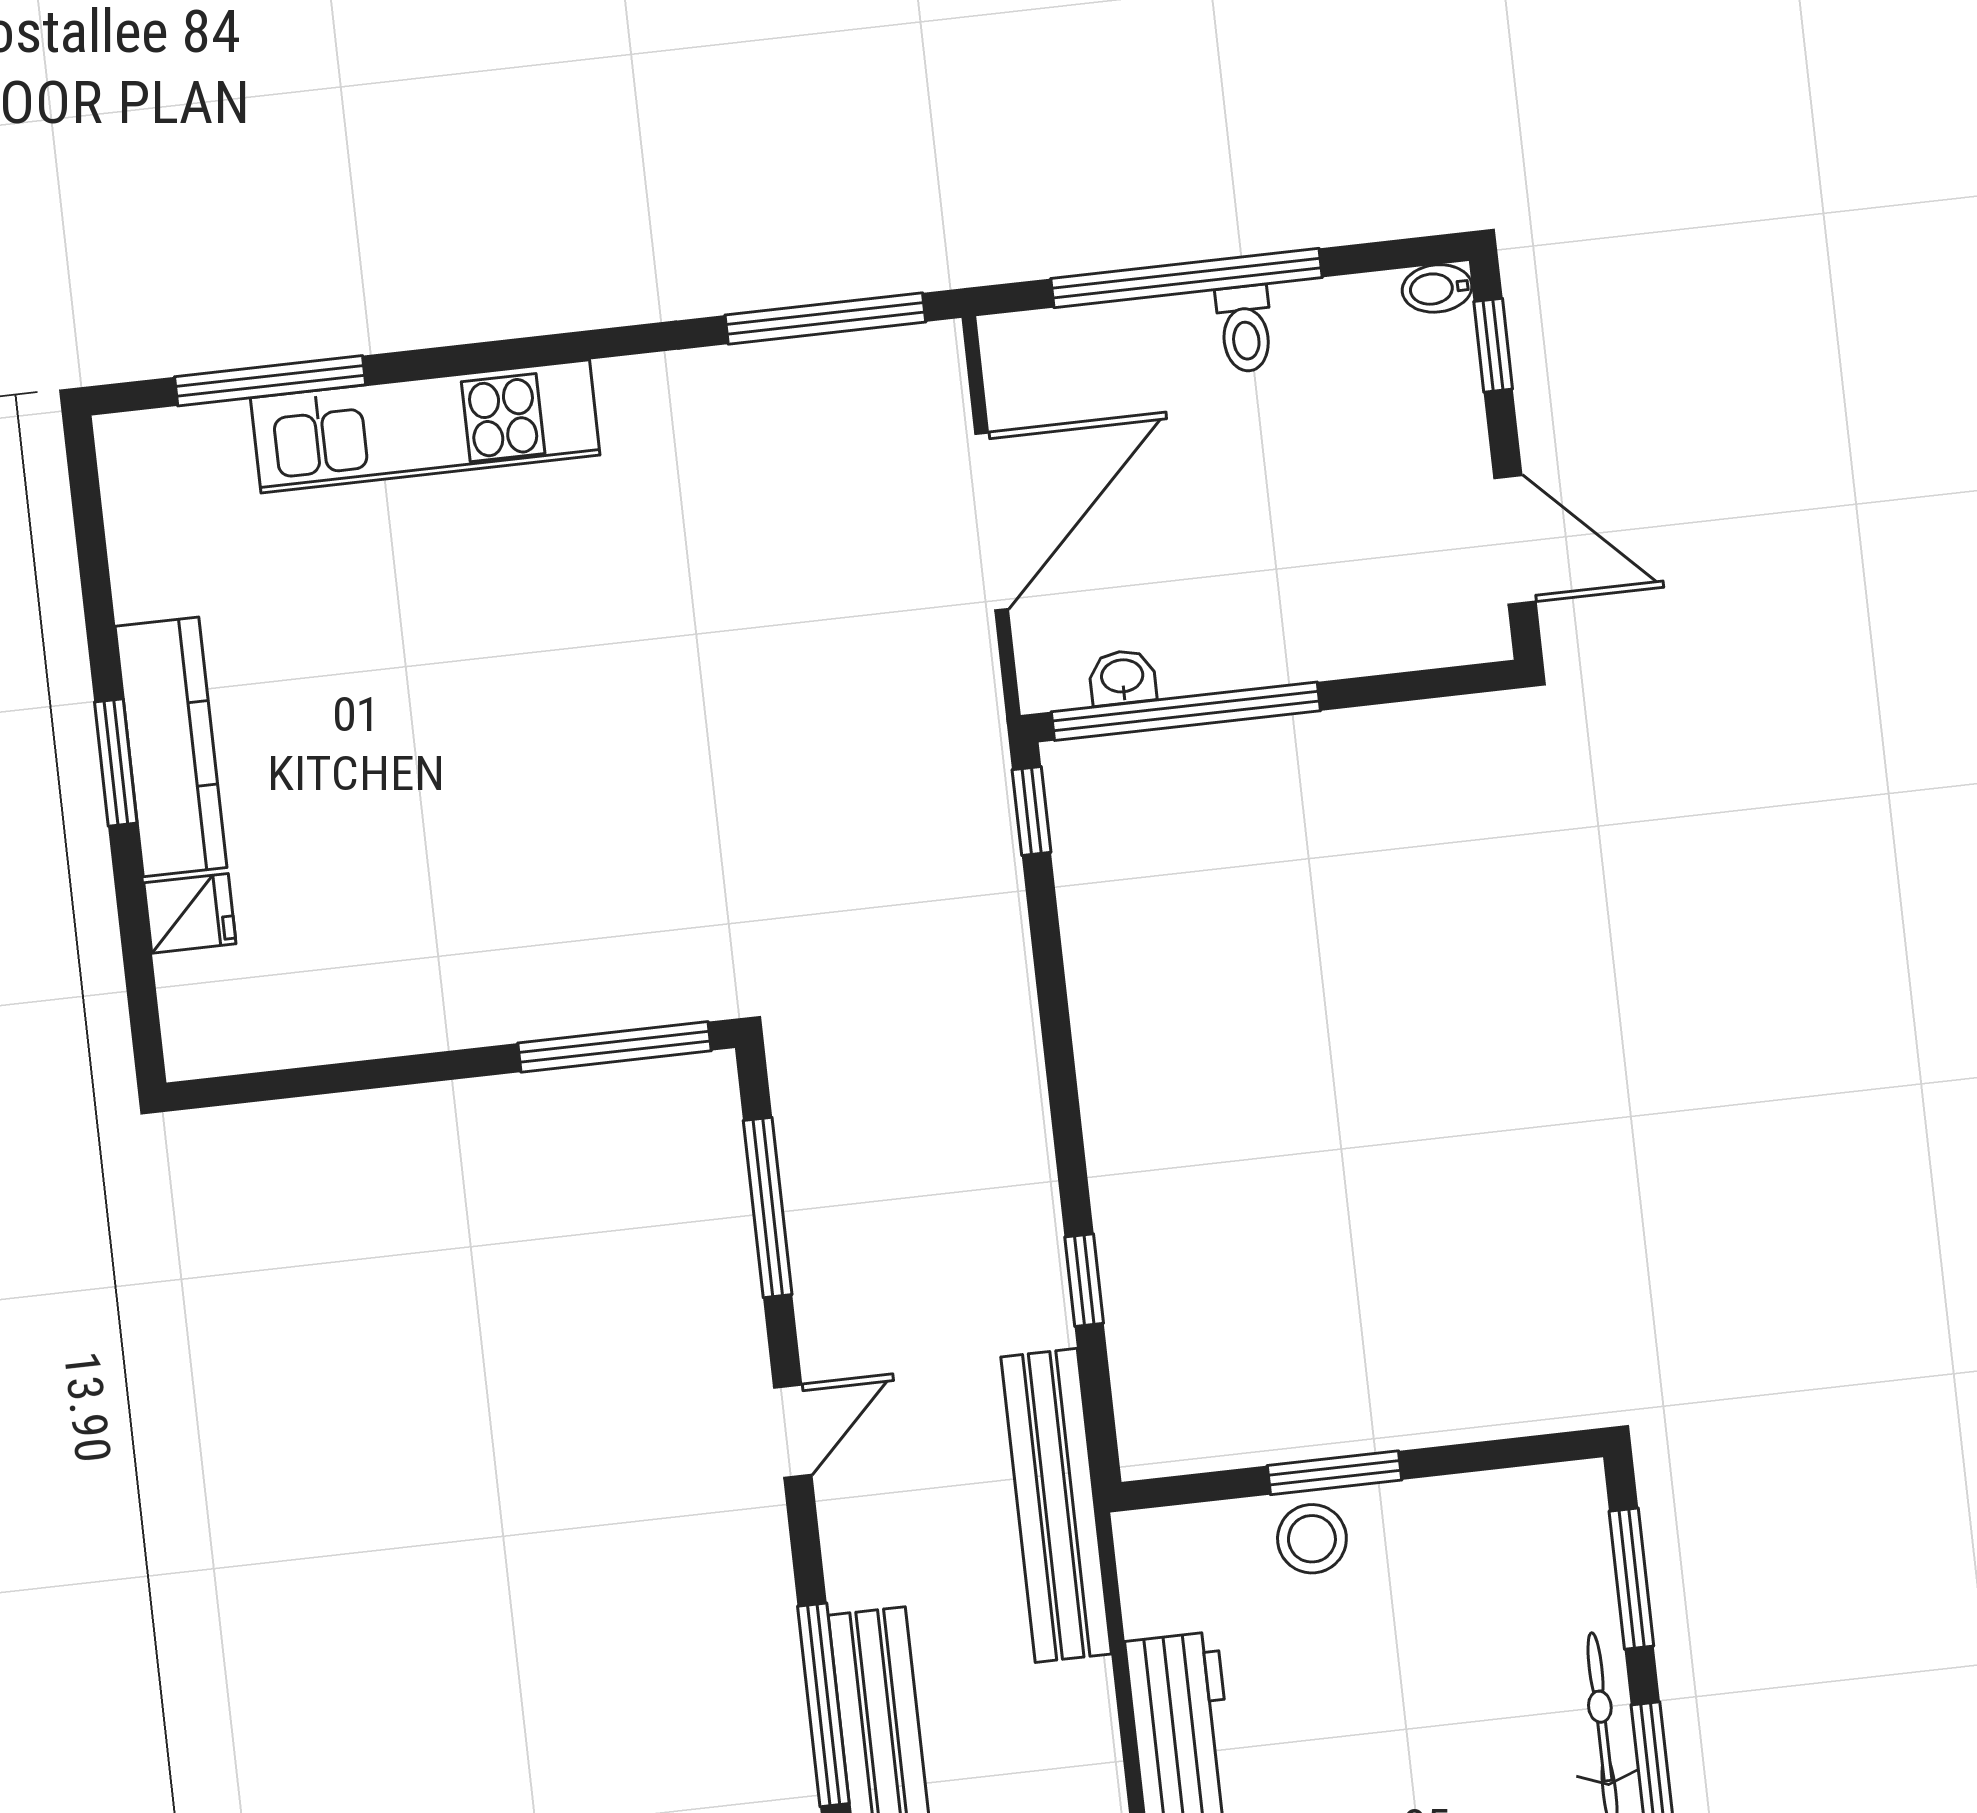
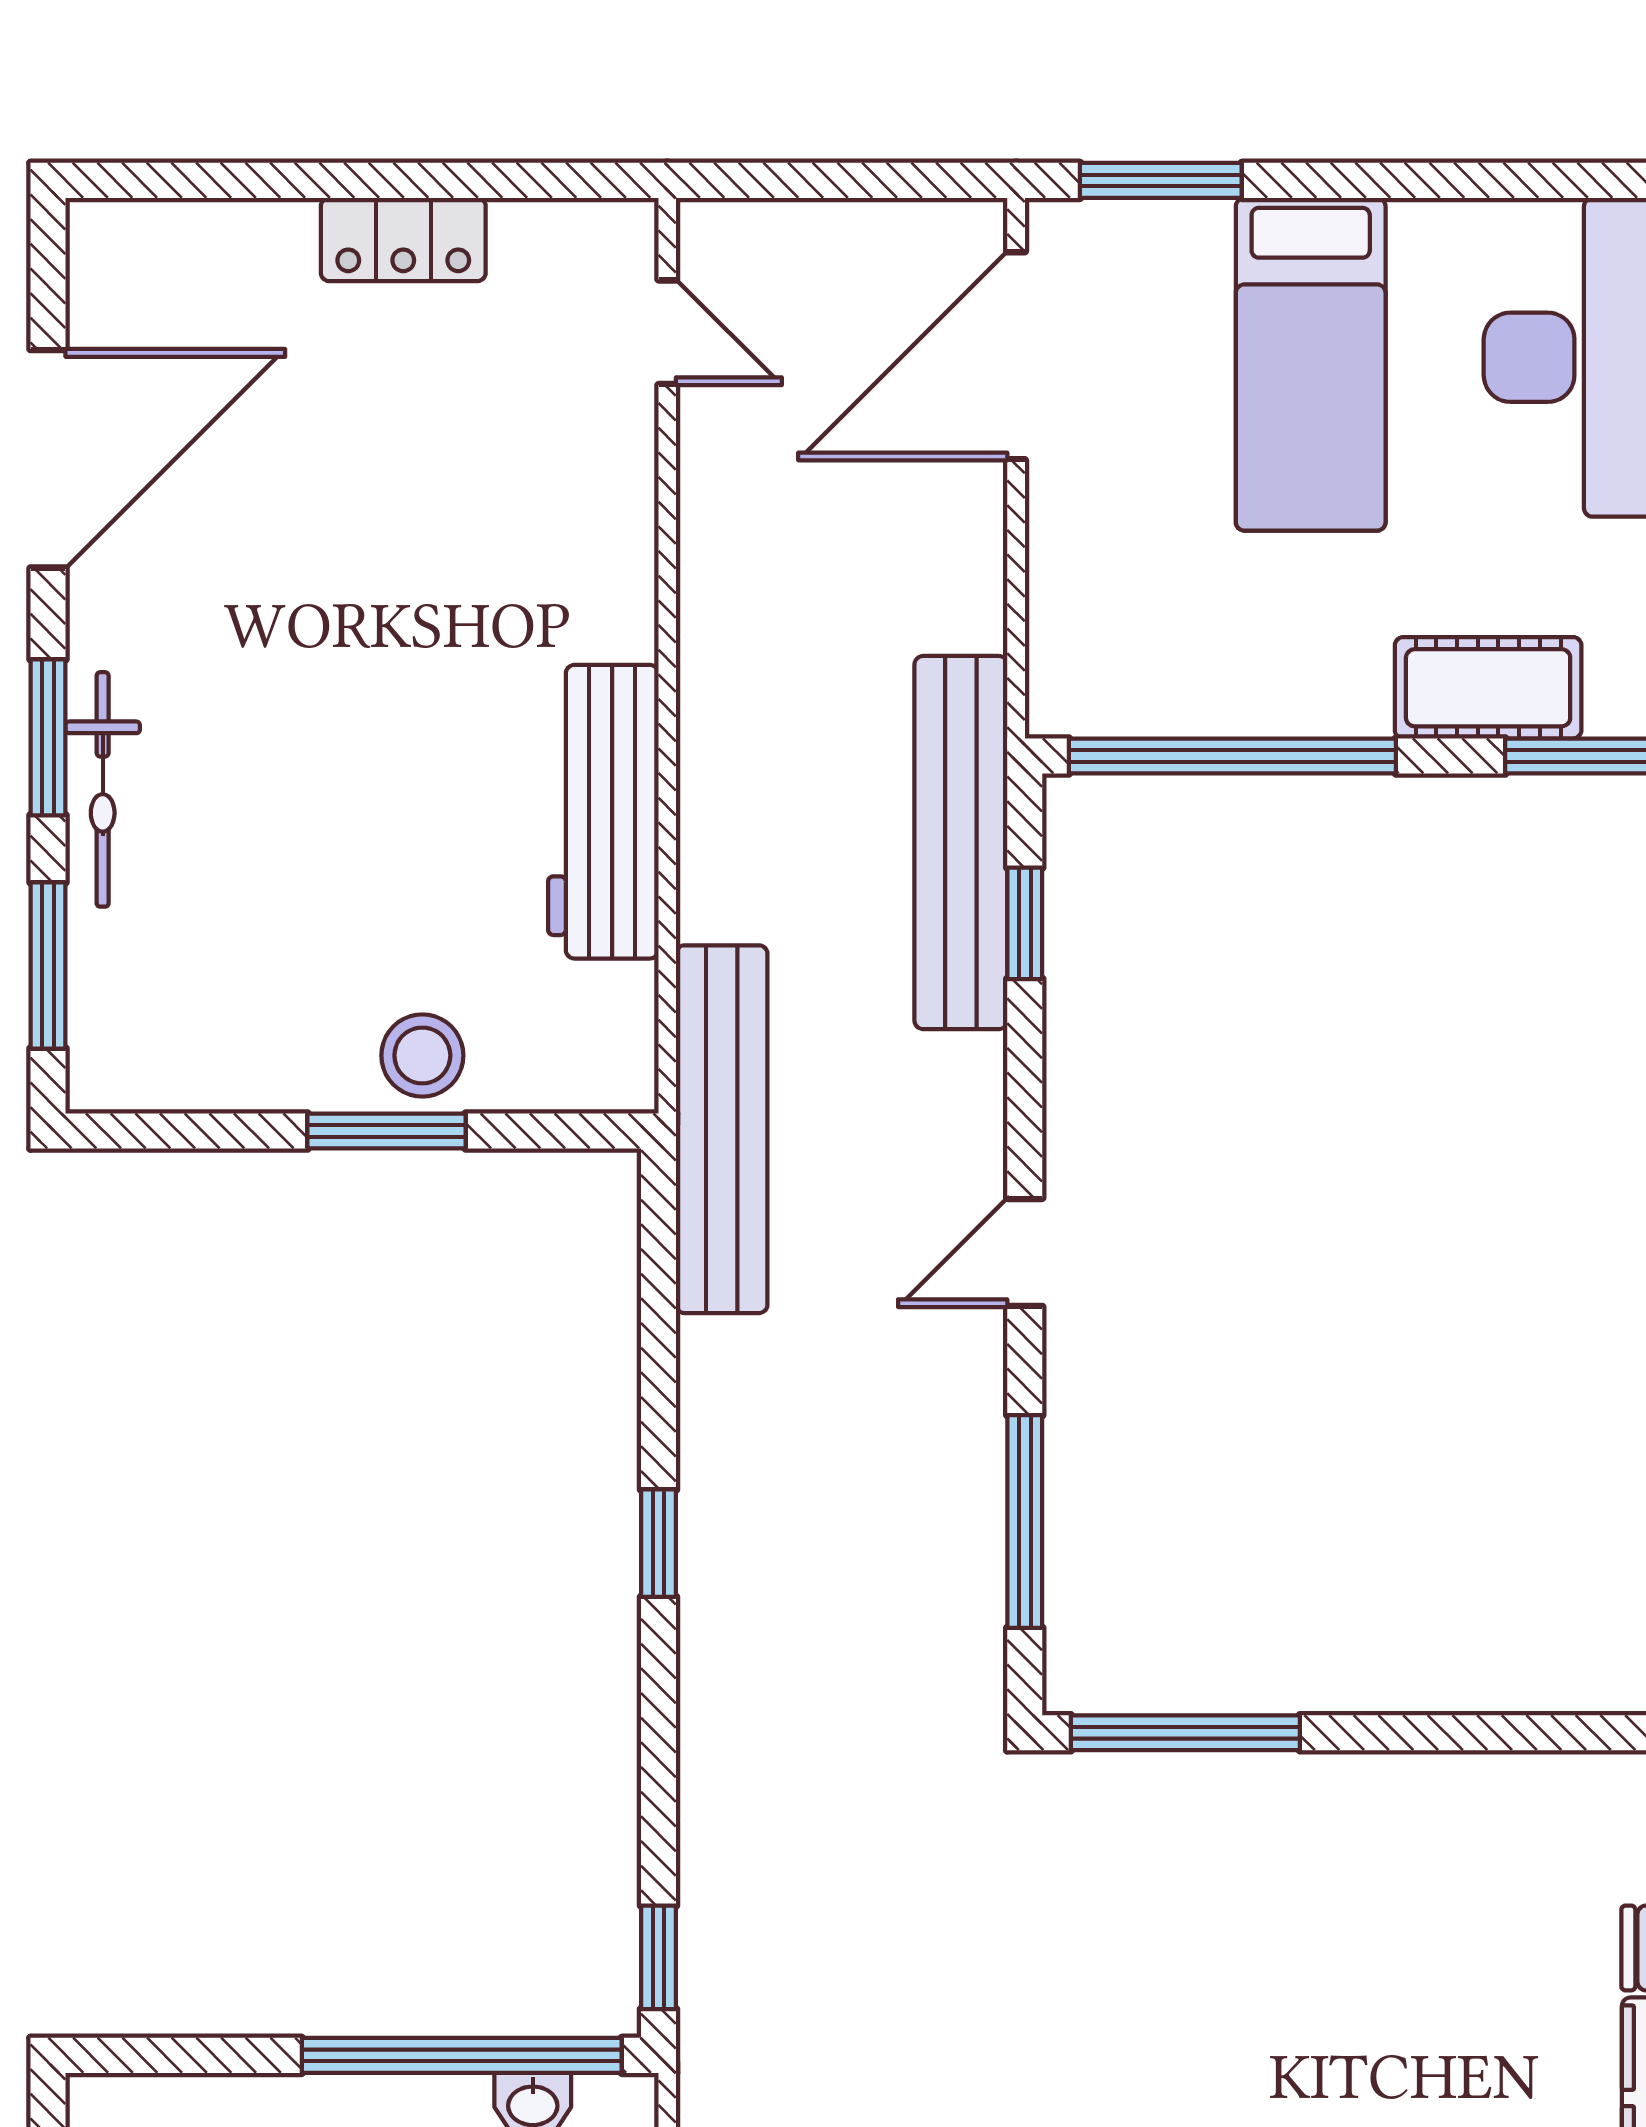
window: (1084, 1280) -> (659, 1543), moved
window: (823, 1705) -> (1025, 923), width x0.46

